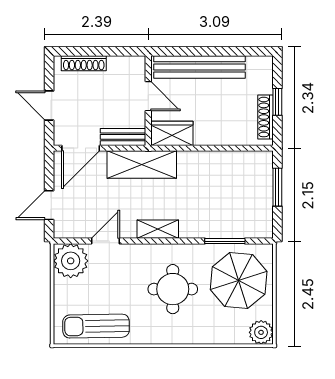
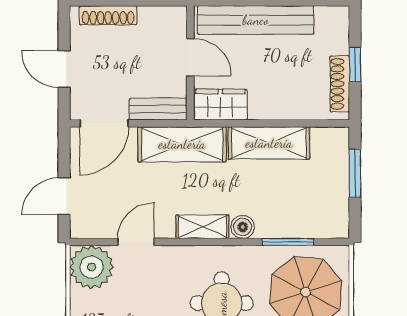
shelving: (210, 163) -> (269, 143), added
boiler: (189, 229) -> (243, 227), added

